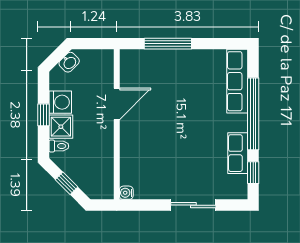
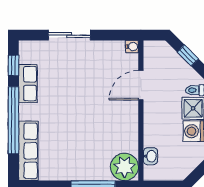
washbasin: (69, 62) -> (150, 156), moved, turned 135
plant: (134, 64) -> (124, 167), added
door: (117, 104) -> (141, 85), moved

